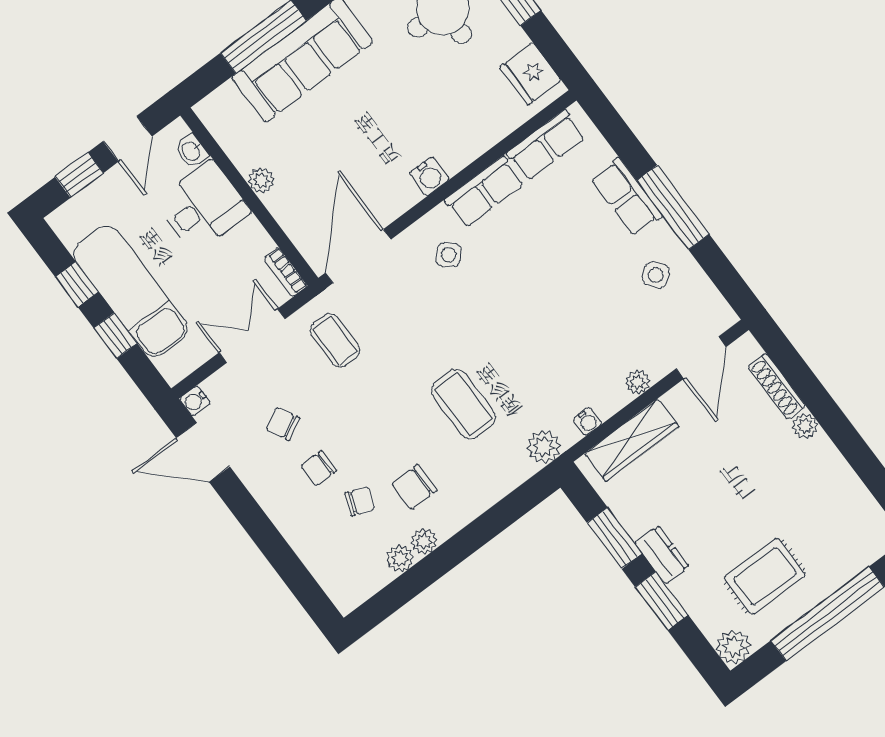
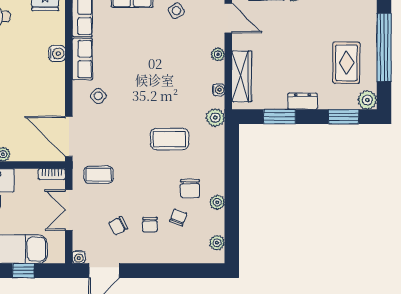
water cooler: (429, 176) -> (57, 54), moved
plant: (400, 559) -> (217, 243), moved
window: (662, 601) -> (344, 117), moved

